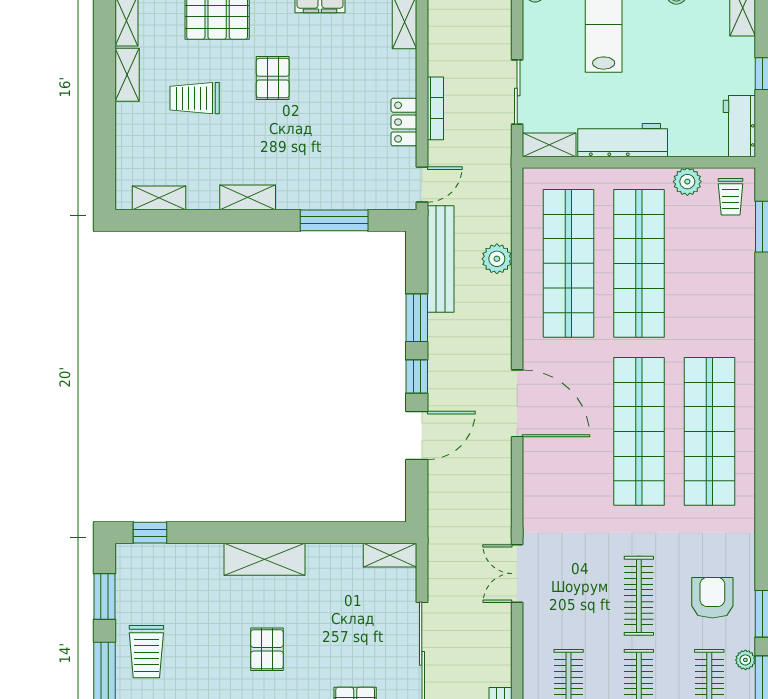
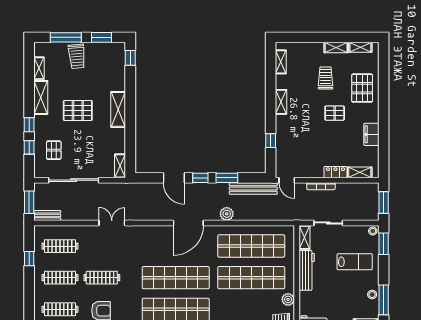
locker: (404, 122) -> (335, 172), moved
window: (334, 220) -> (271, 141), width x0.46
plant: (497, 259) -> (227, 214), moved
pallet: (267, 649) -> (78, 110), width x1.50, depth x1.42
trolley: (146, 652) -> (77, 56), turned -95

